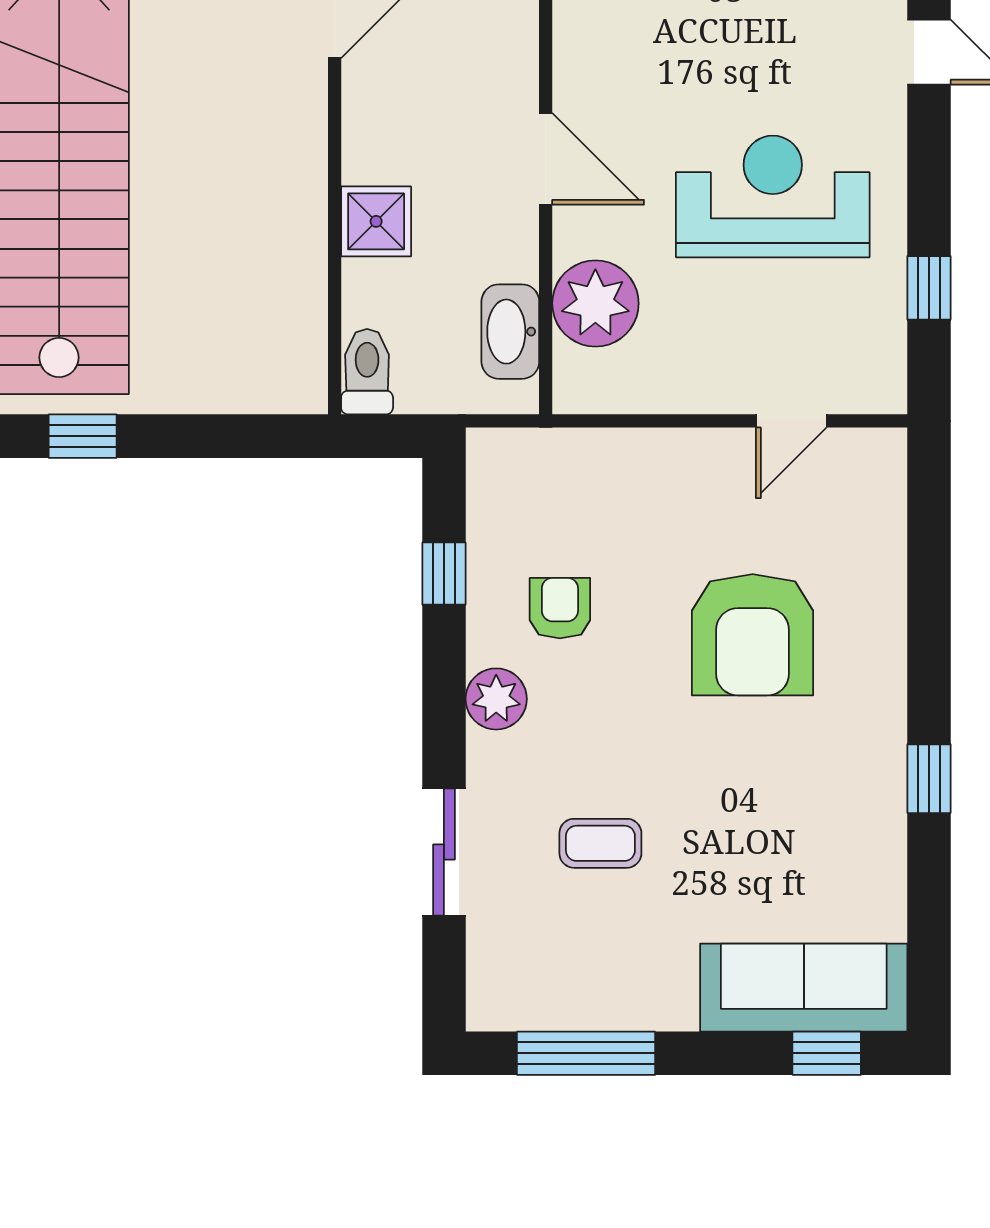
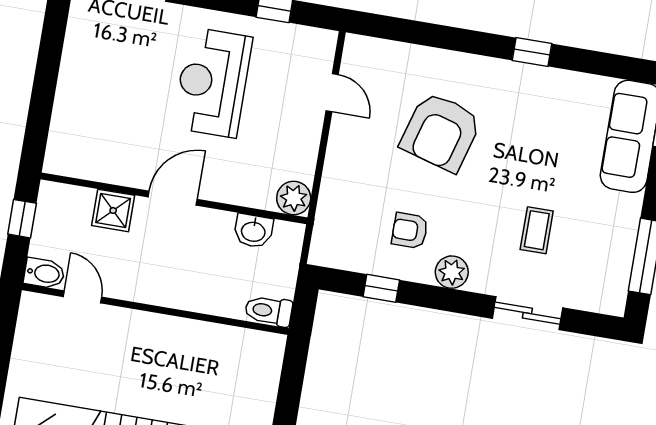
shower: (376, 221) -> (113, 210), moved
plant: (595, 303) -> (294, 198), moved, width x0.73, depth x0.73
washbasin: (510, 332) -> (253, 231), width x0.72
armchair: (753, 635) -> (441, 132), turned 106

